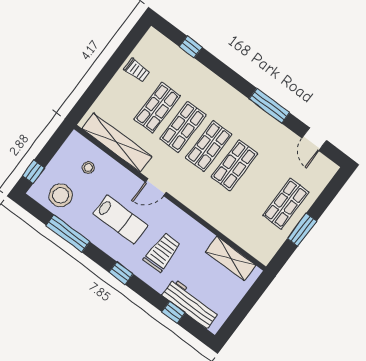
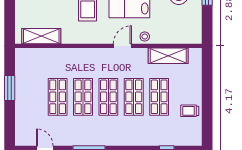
shelving: (117, 142) -> (168, 56), width x0.68
stool: (88, 168) -> (145, 37), moved
shop shelf: (286, 204) -> (58, 97), moved

